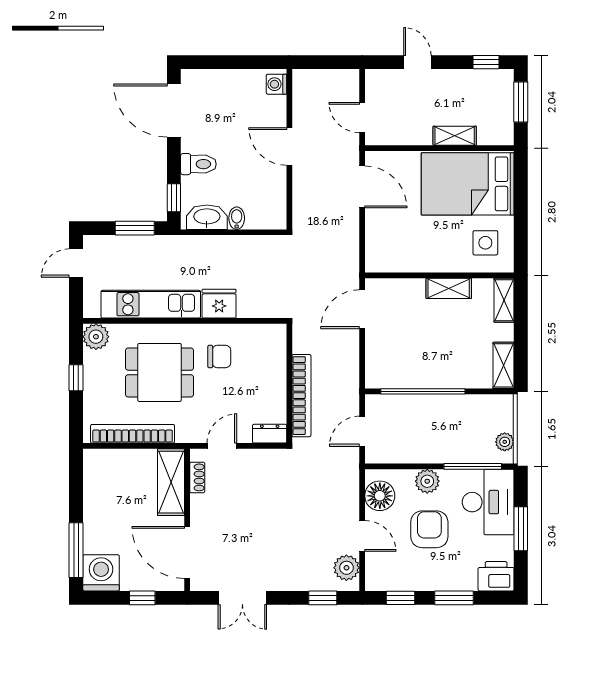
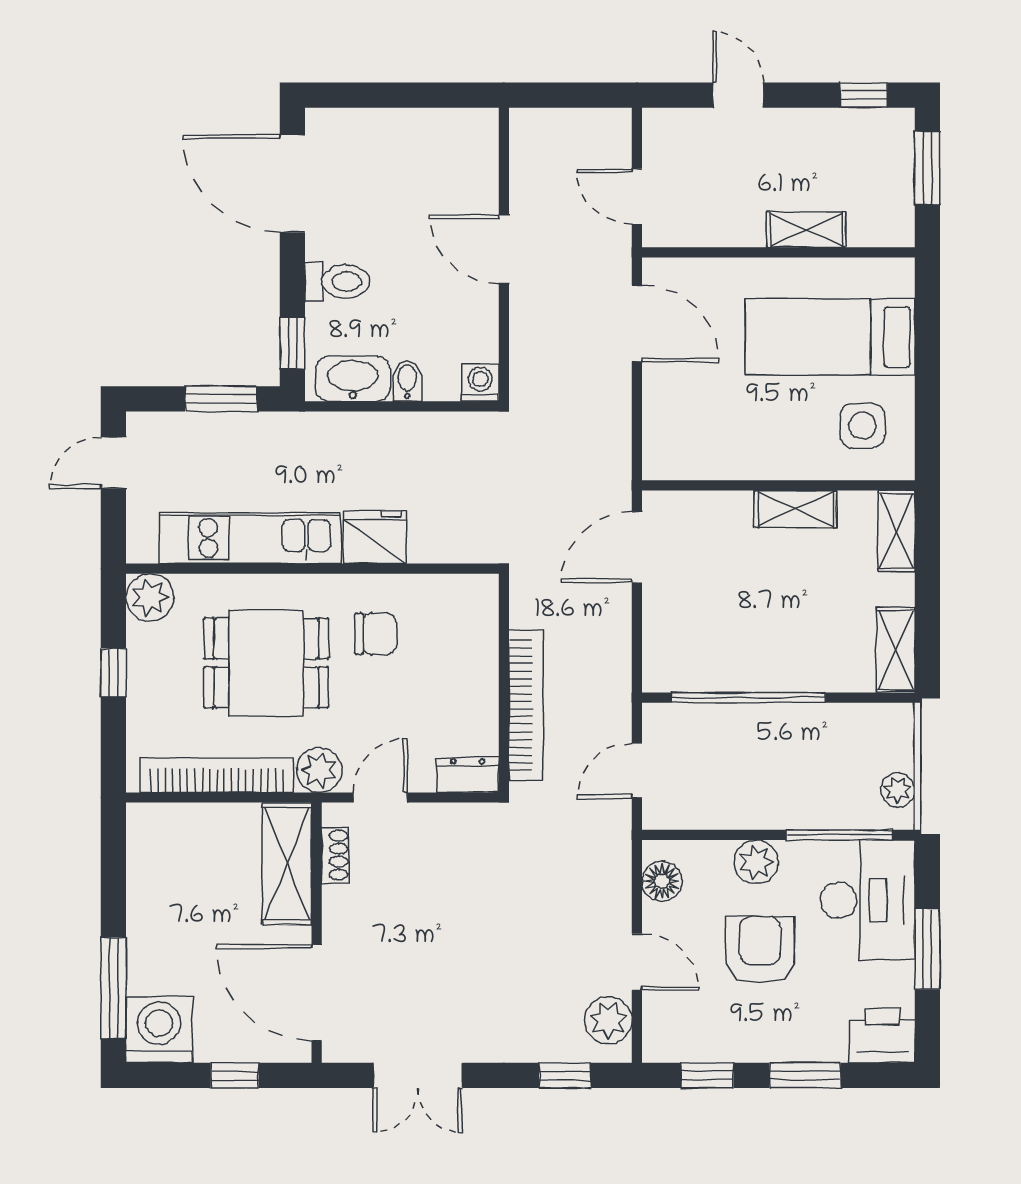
washing machine: (276, 84) -> (480, 383), moved, turned 90
bed: (468, 184) -> (830, 337), width x0.67
plant: (189, 431) -> (319, 770), added
floor lamp: (380, 496) -> (662, 881), width x0.73, depth x0.73

